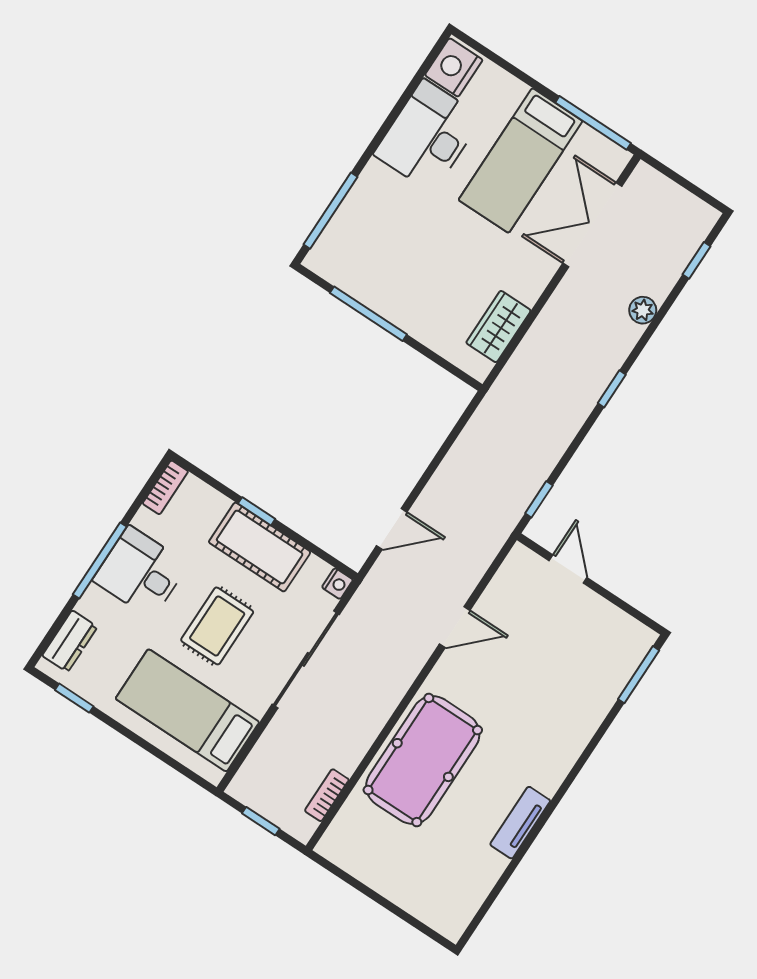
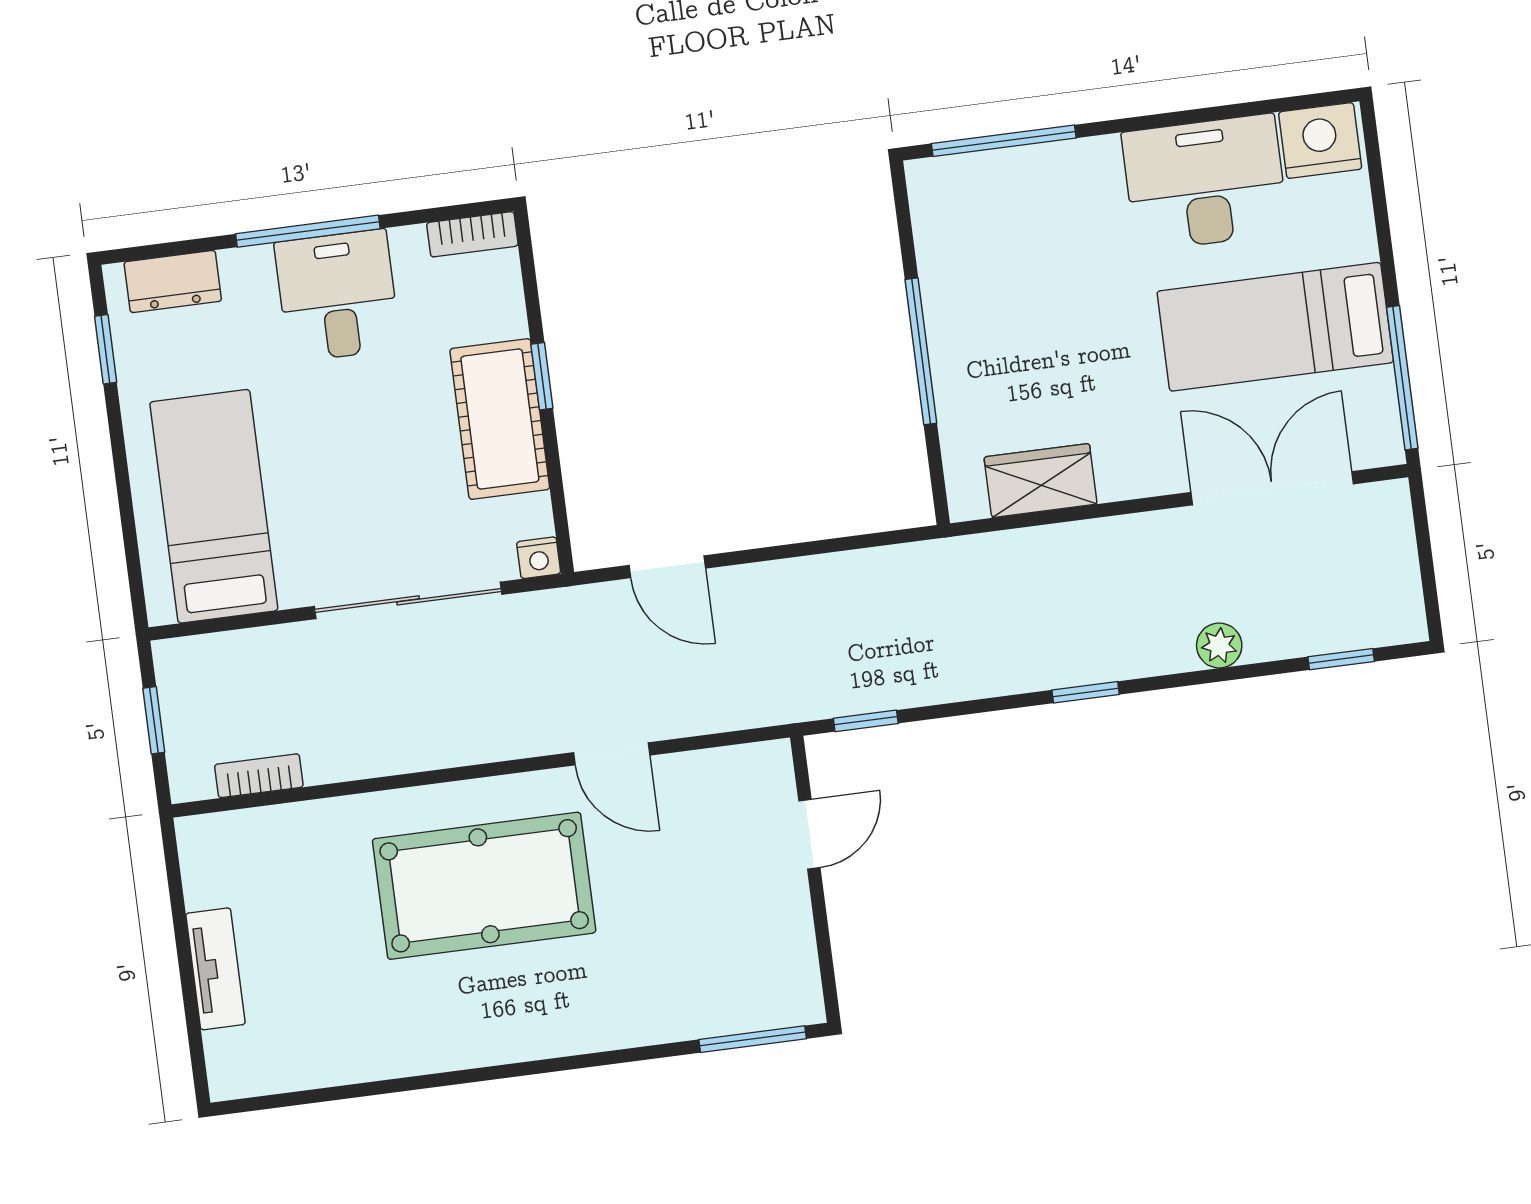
window: (368, 314) -> (921, 351), moved
rug: (217, 626) -> (353, 452), removed
pool table: (423, 760) -> (484, 886), moved
tv unit: (520, 823) -> (215, 969), moved, turned 90

